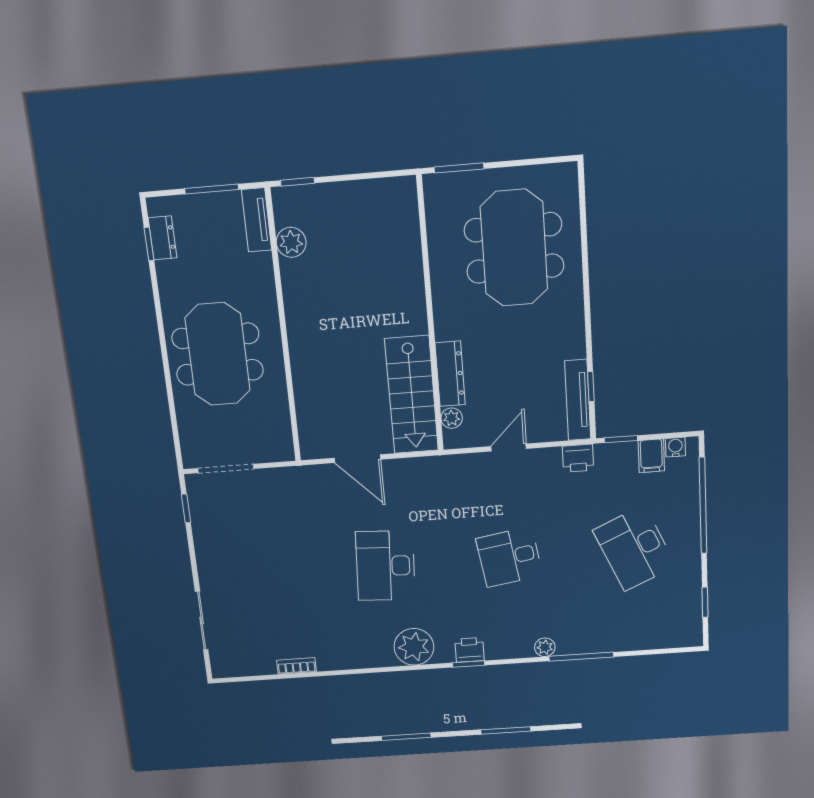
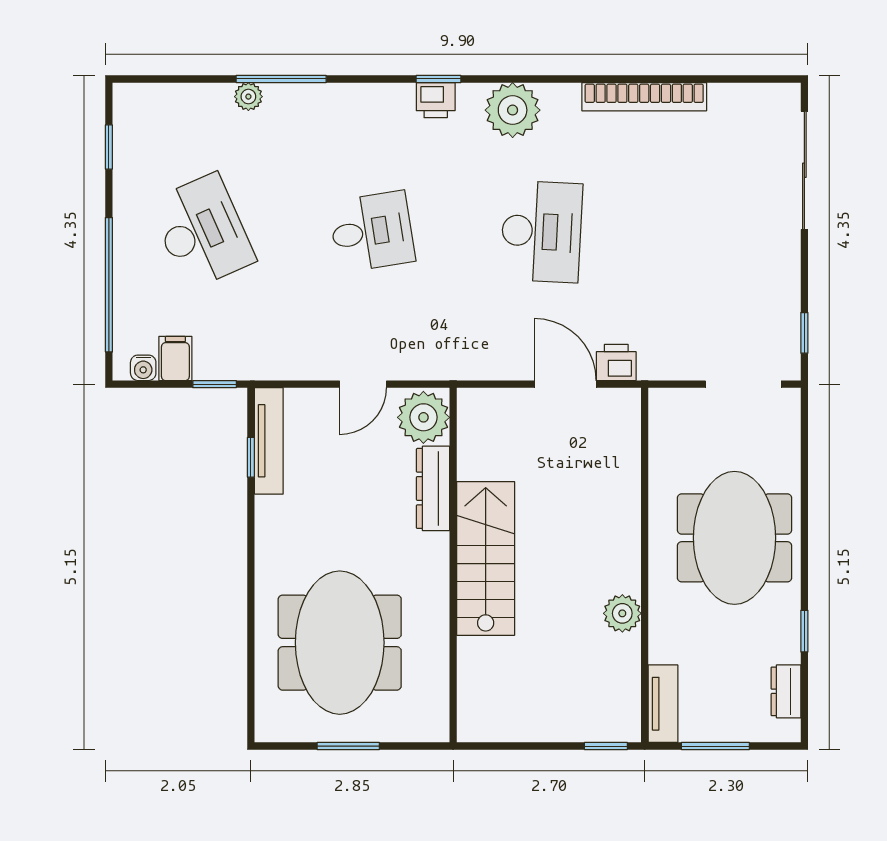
window: (459, 168) -> (348, 746), moved
plant: (291, 242) -> (622, 613), moved
window: (149, 244) -> (804, 631), moved
stairs: (412, 395) -> (486, 558), moved
plant: (452, 418) -> (423, 417), width x1.88, depth x1.88
printer: (578, 458) -> (616, 362), moved
sliding door: (202, 621) -> (804, 170), width x1.37
plant: (545, 647) -> (248, 97), moved
bookcase: (297, 666) -> (644, 97), width x2.31, depth x1.31

